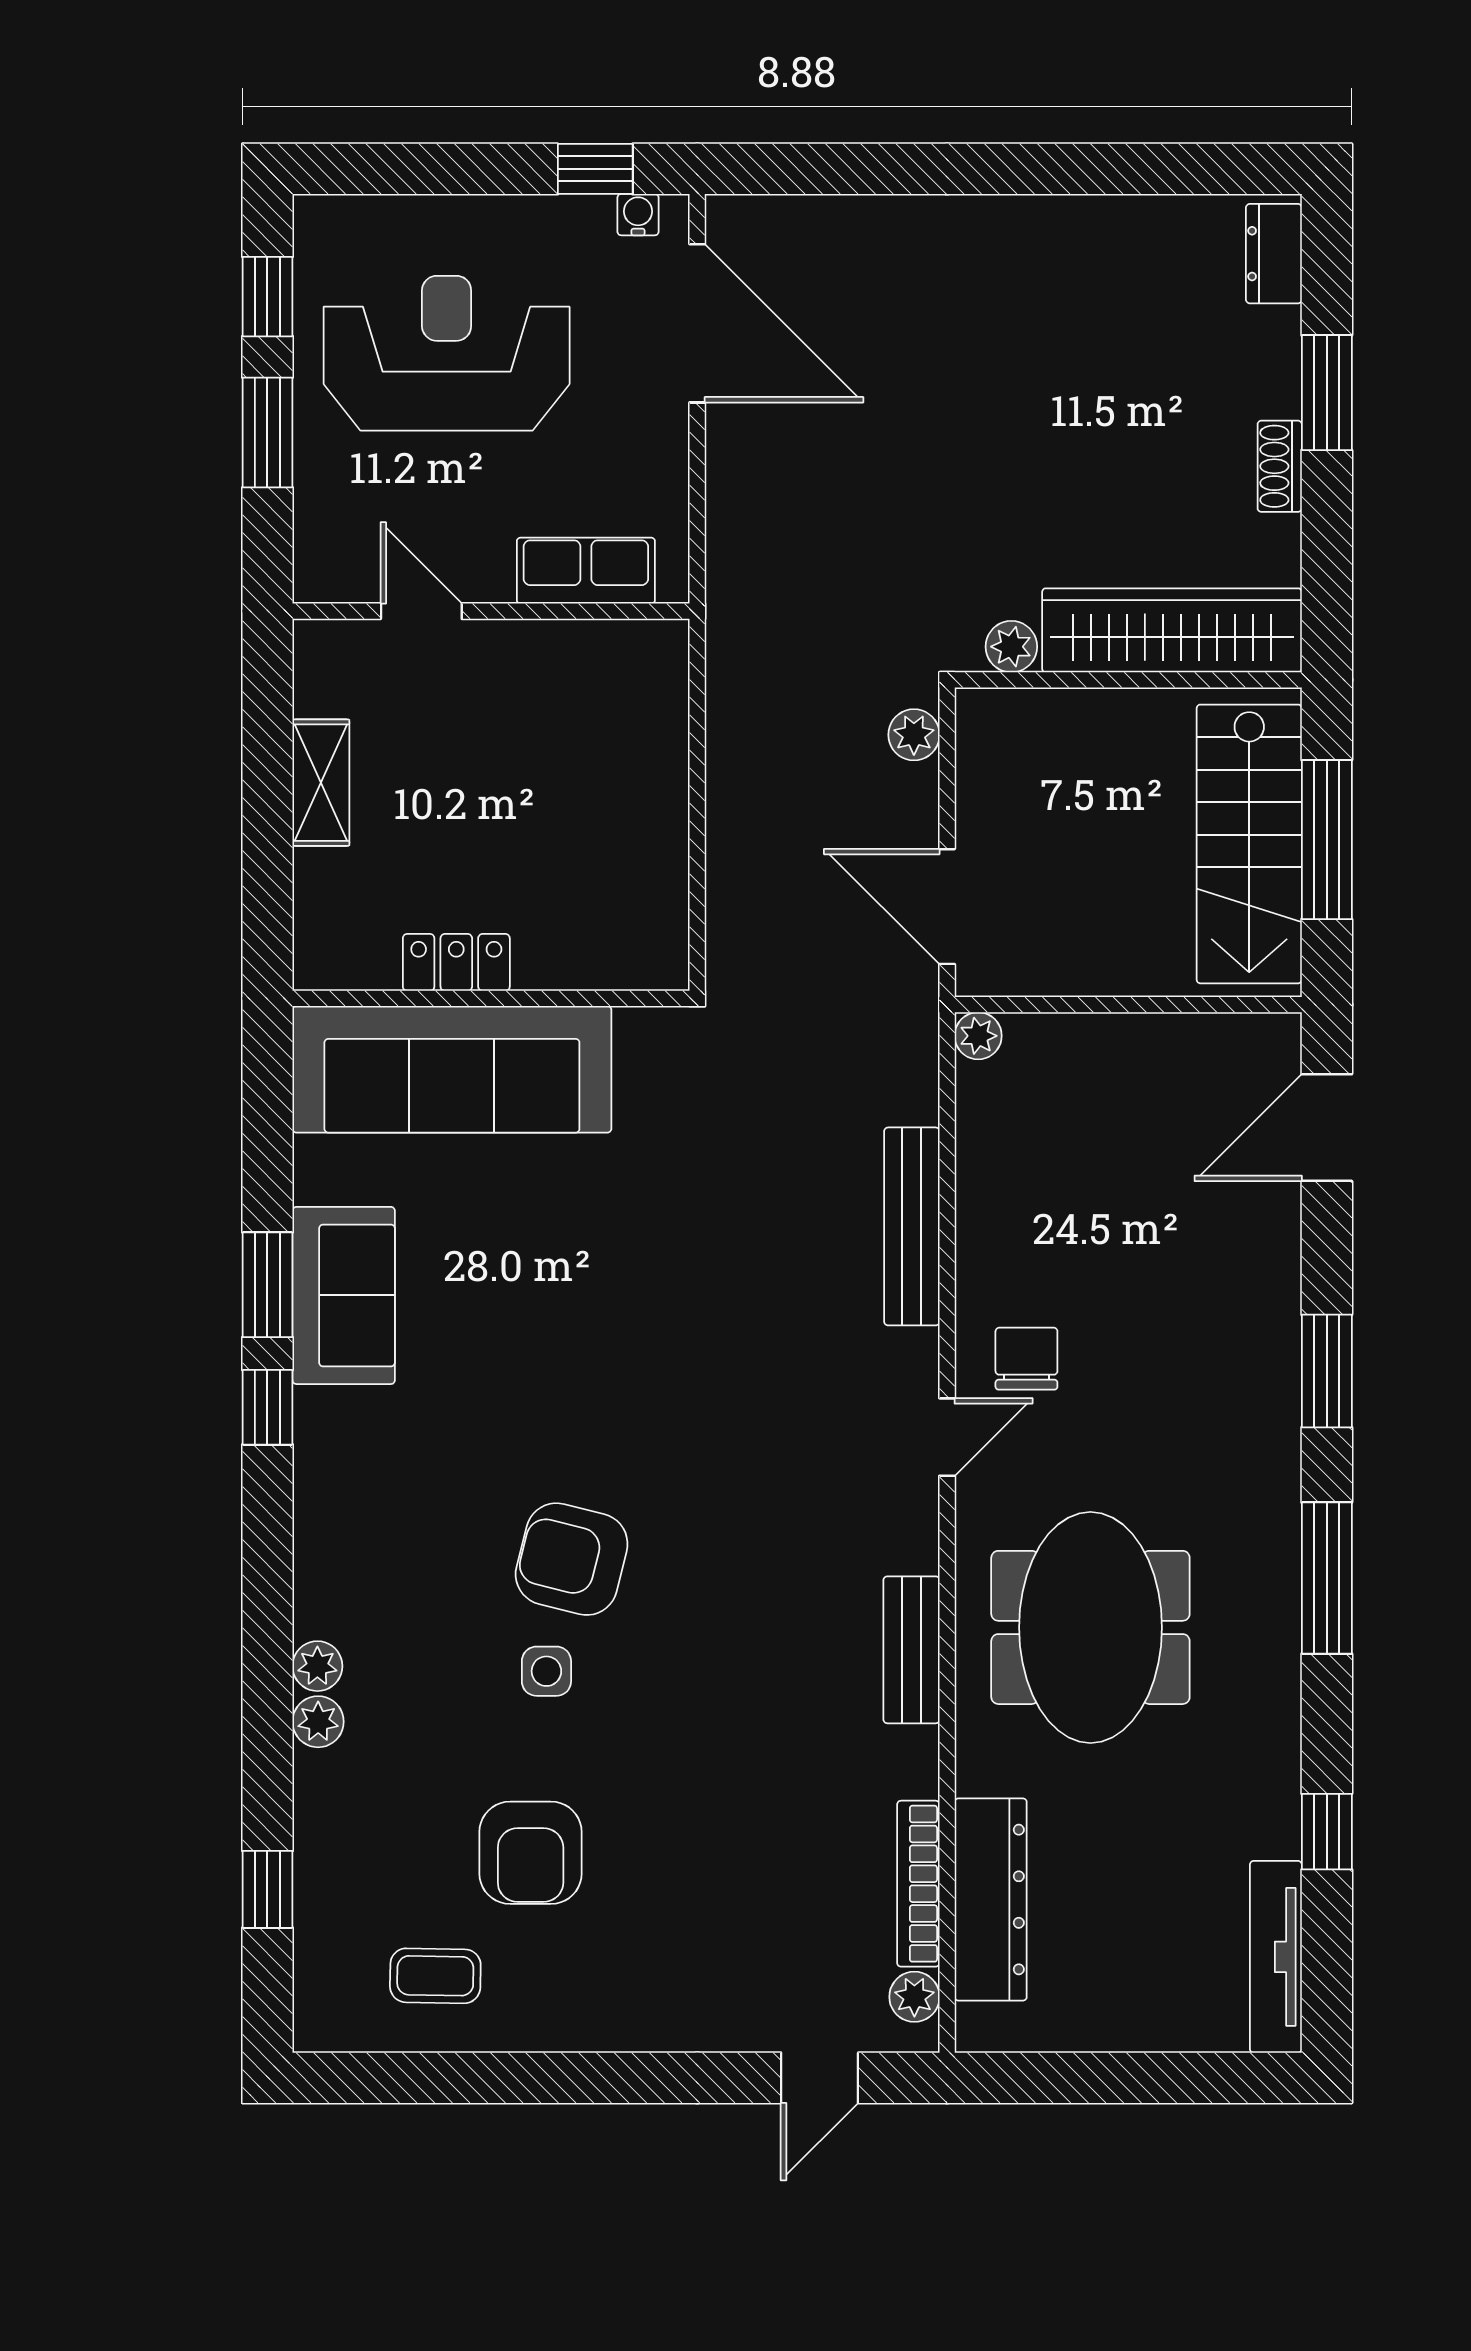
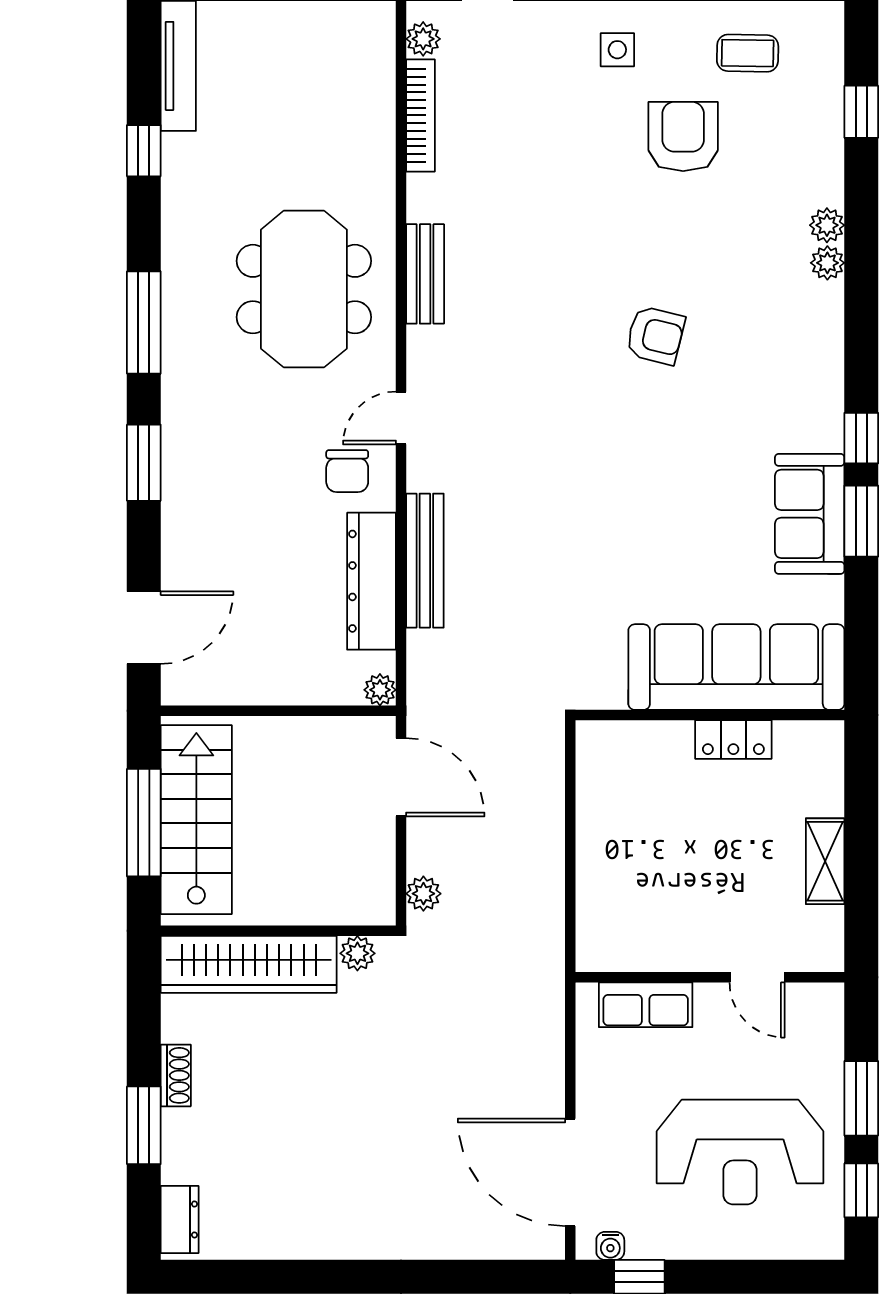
armchair: (572, 1559) -> (655, 335), width x0.72, depth x0.72
side table: (546, 1671) -> (617, 50), moved
dresser: (991, 1900) -> (372, 581), moved

